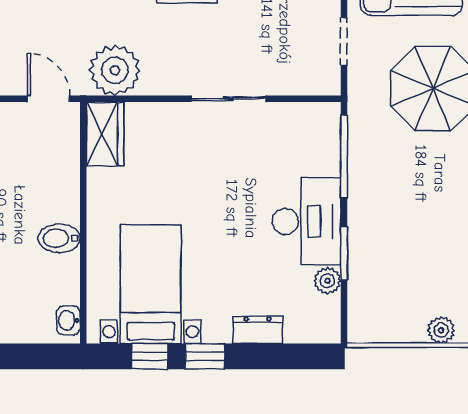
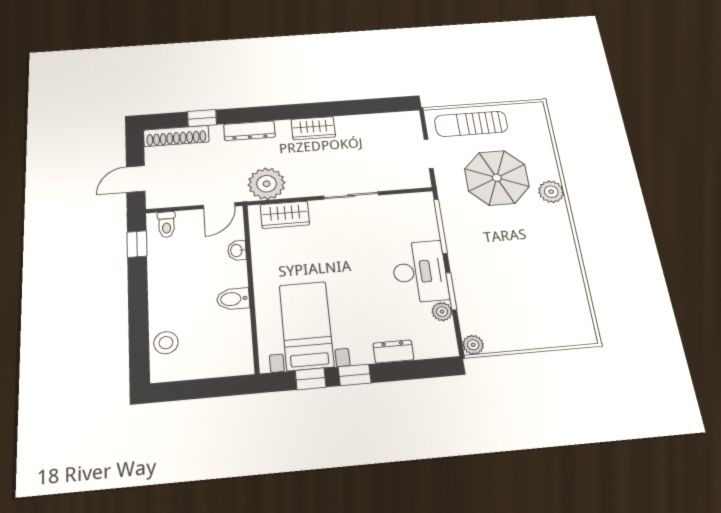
door: (49, 99) -> (219, 206), swing flipped
wardrobe: (105, 134) -> (285, 215), moved, turned 90
washbasin: (68, 320) -> (237, 250), moved
plant: (441, 330) -> (473, 345), moved

